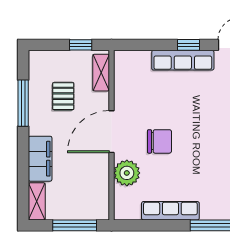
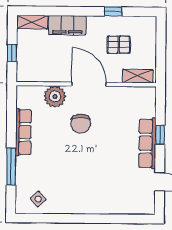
window: (81, 45) -> (161, 59), removed
window: (189, 45) -> (160, 135), moved
window: (23, 103) -> (113, 12), width x0.46
window: (75, 225) -> (12, 53), width x0.46

